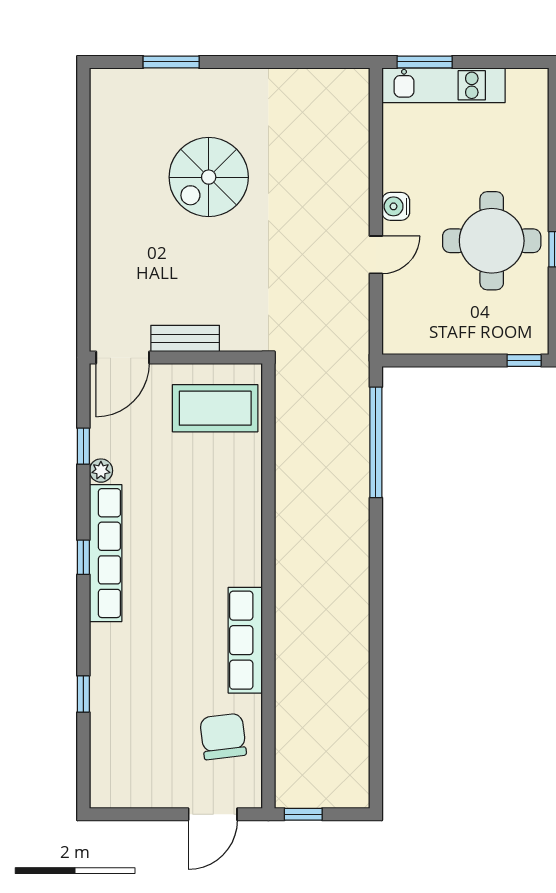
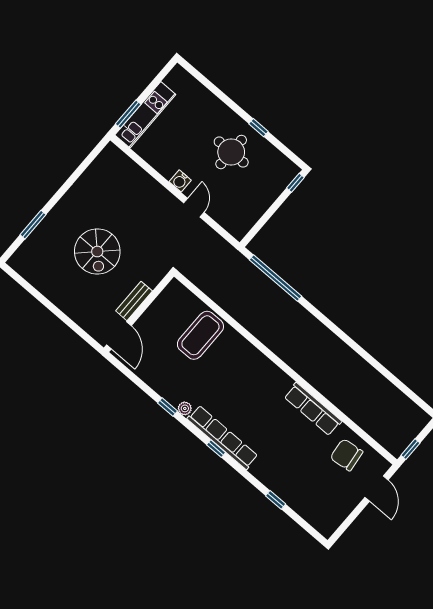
round table: (492, 241) -> (231, 152), width x0.73, depth x0.73
bench: (185, 338) -> (134, 301), moved
door: (123, 358) -> (119, 335), moved
wall: (176, 358) -> (139, 312), moved

